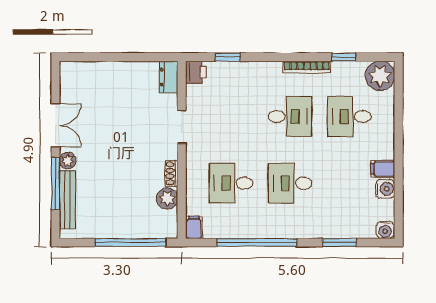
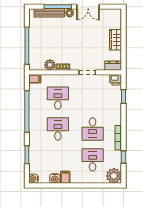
wardrobe: (119, 73) -> (115, 40), added

